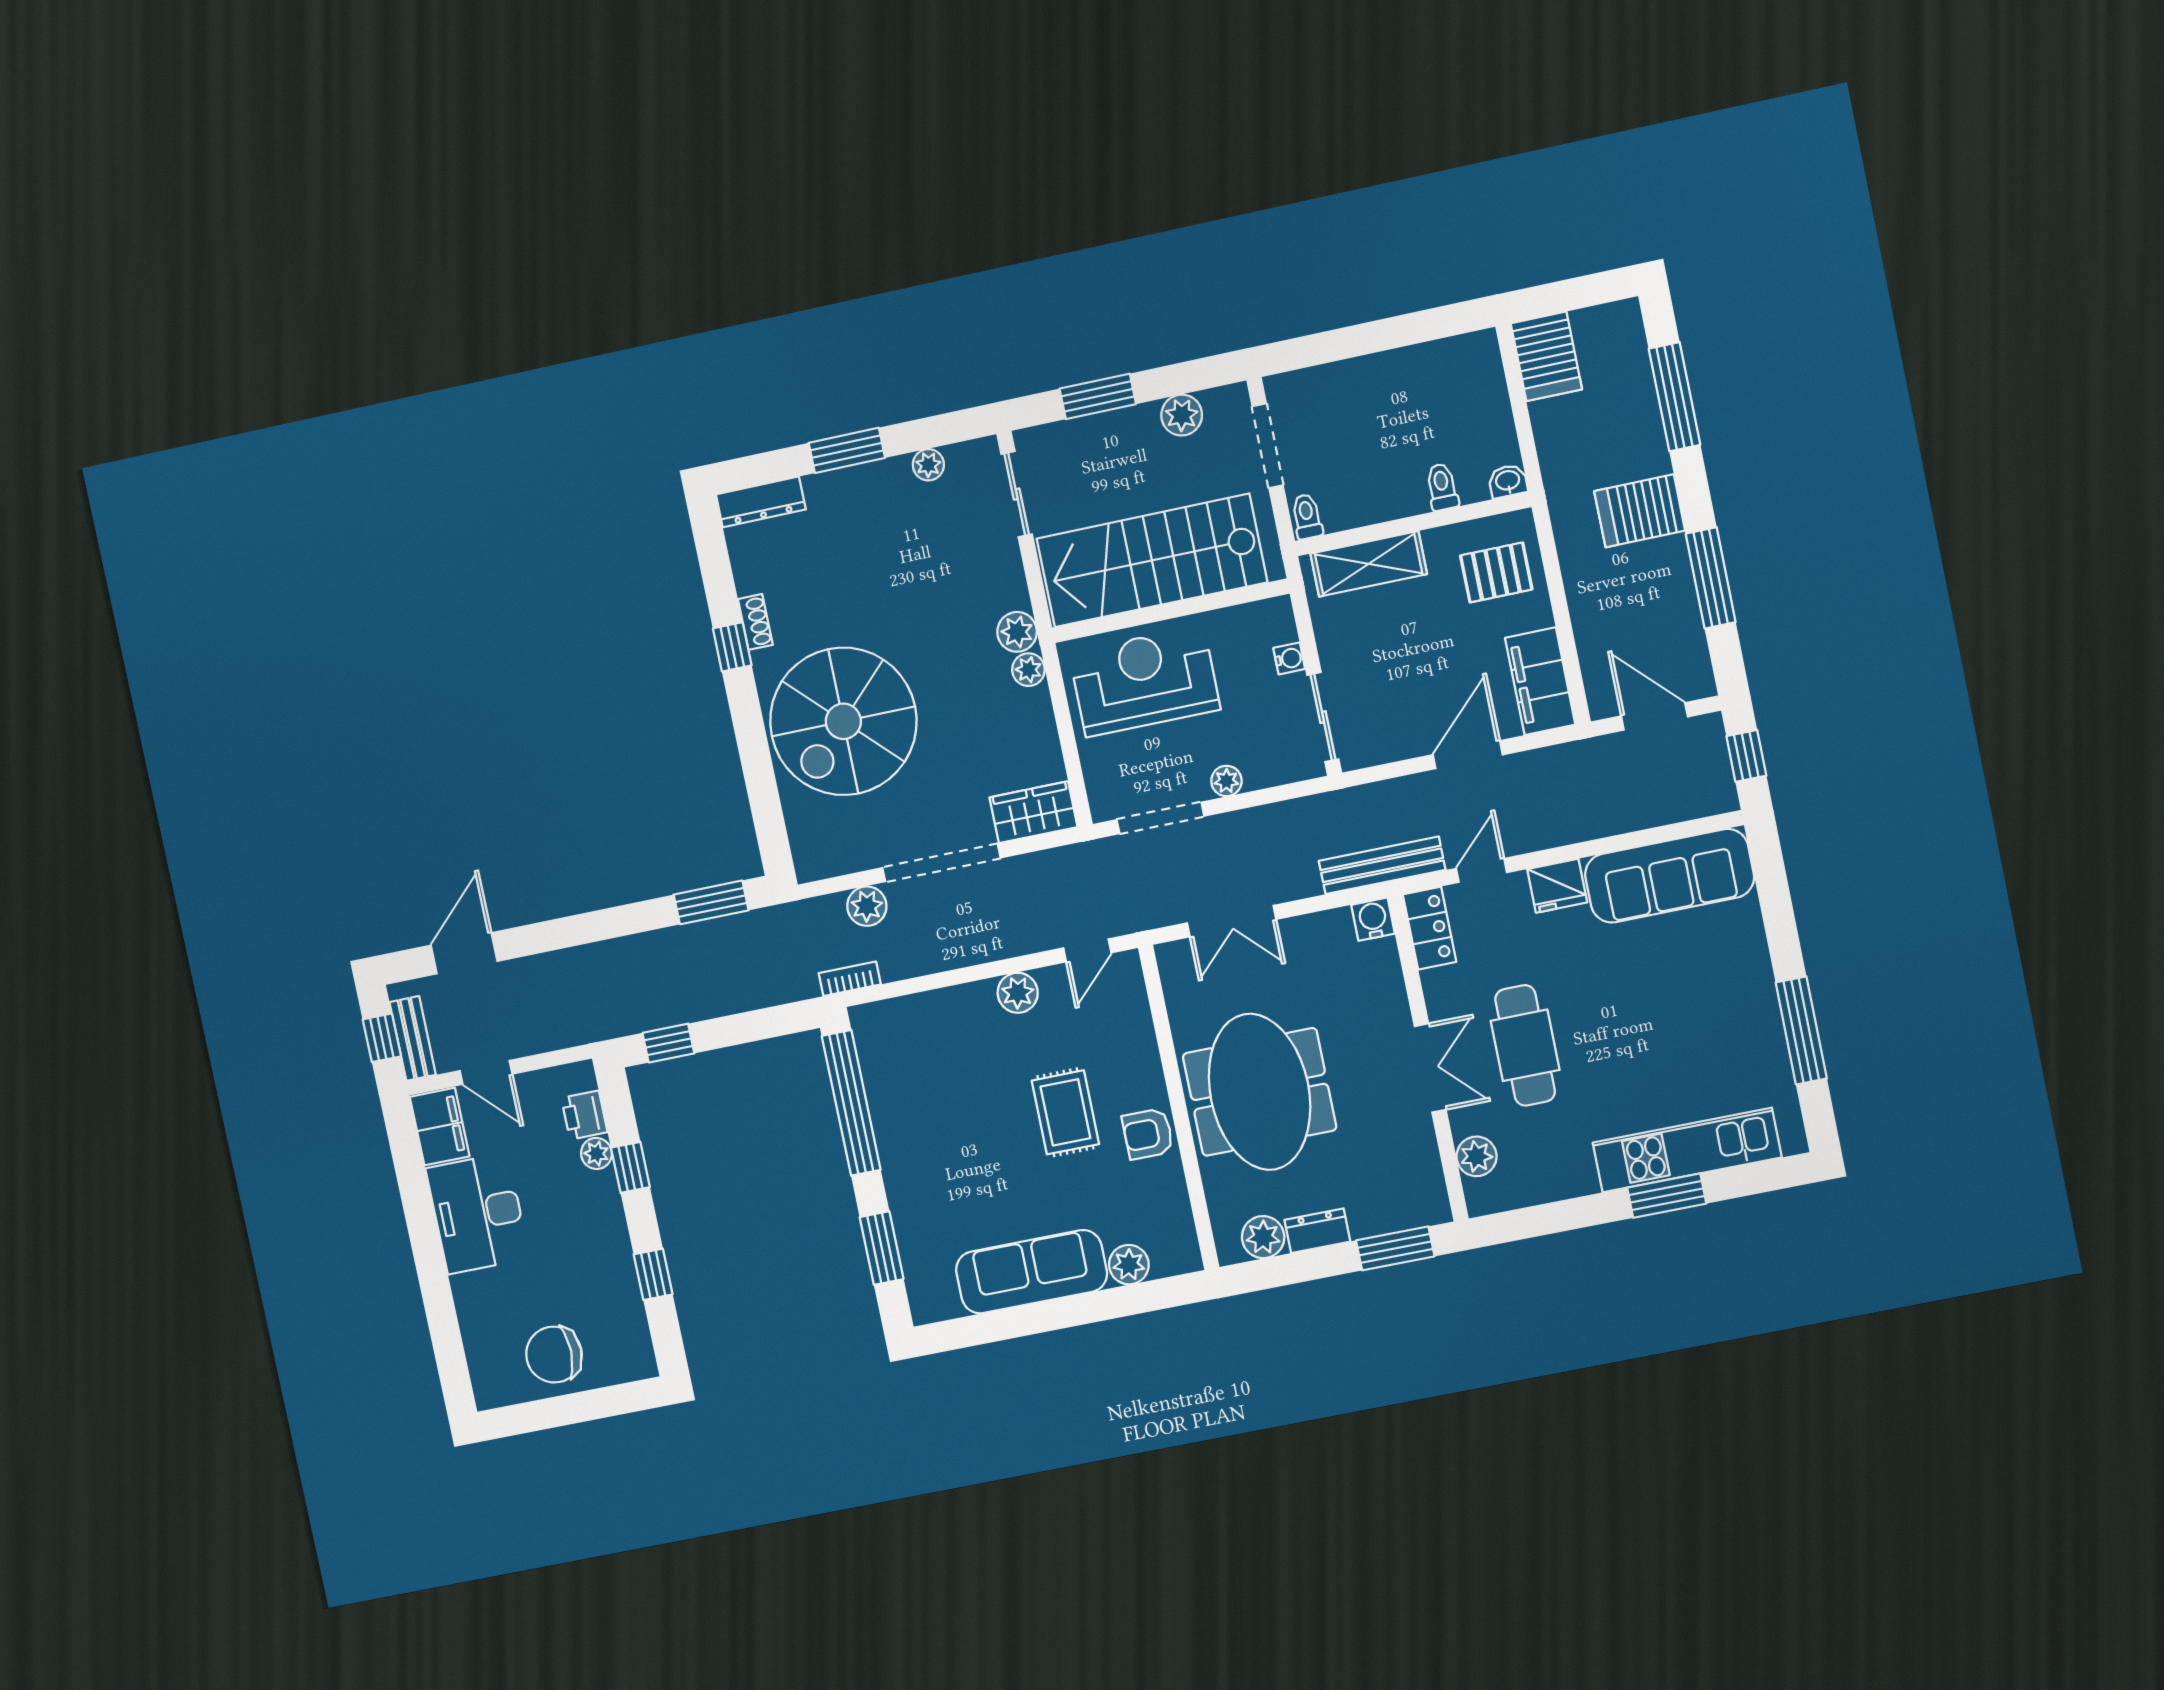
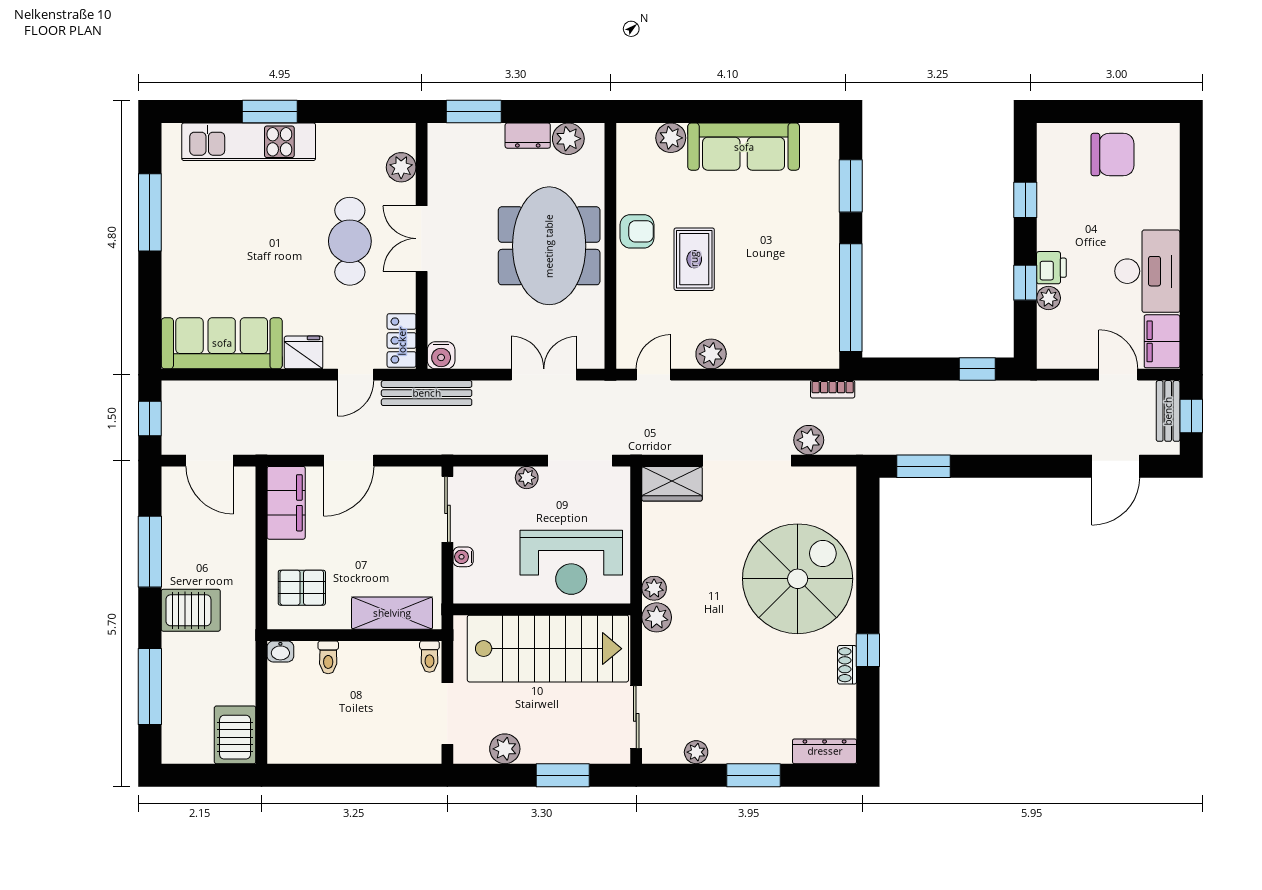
printer: (584, 1115) -> (1051, 268), moved

